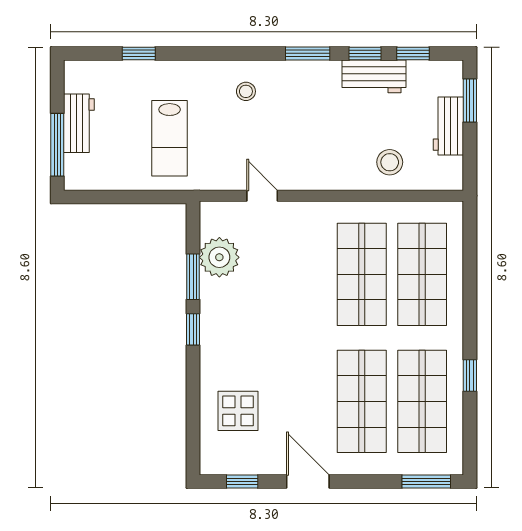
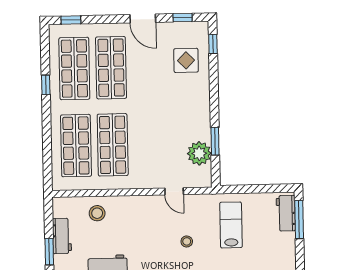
stool: (246, 91) -> (187, 241), moved
workbench: (79, 123) -> (286, 213), moved
window: (193, 329) -> (213, 44), moved
window: (426, 481) -> (71, 20), width x0.67

